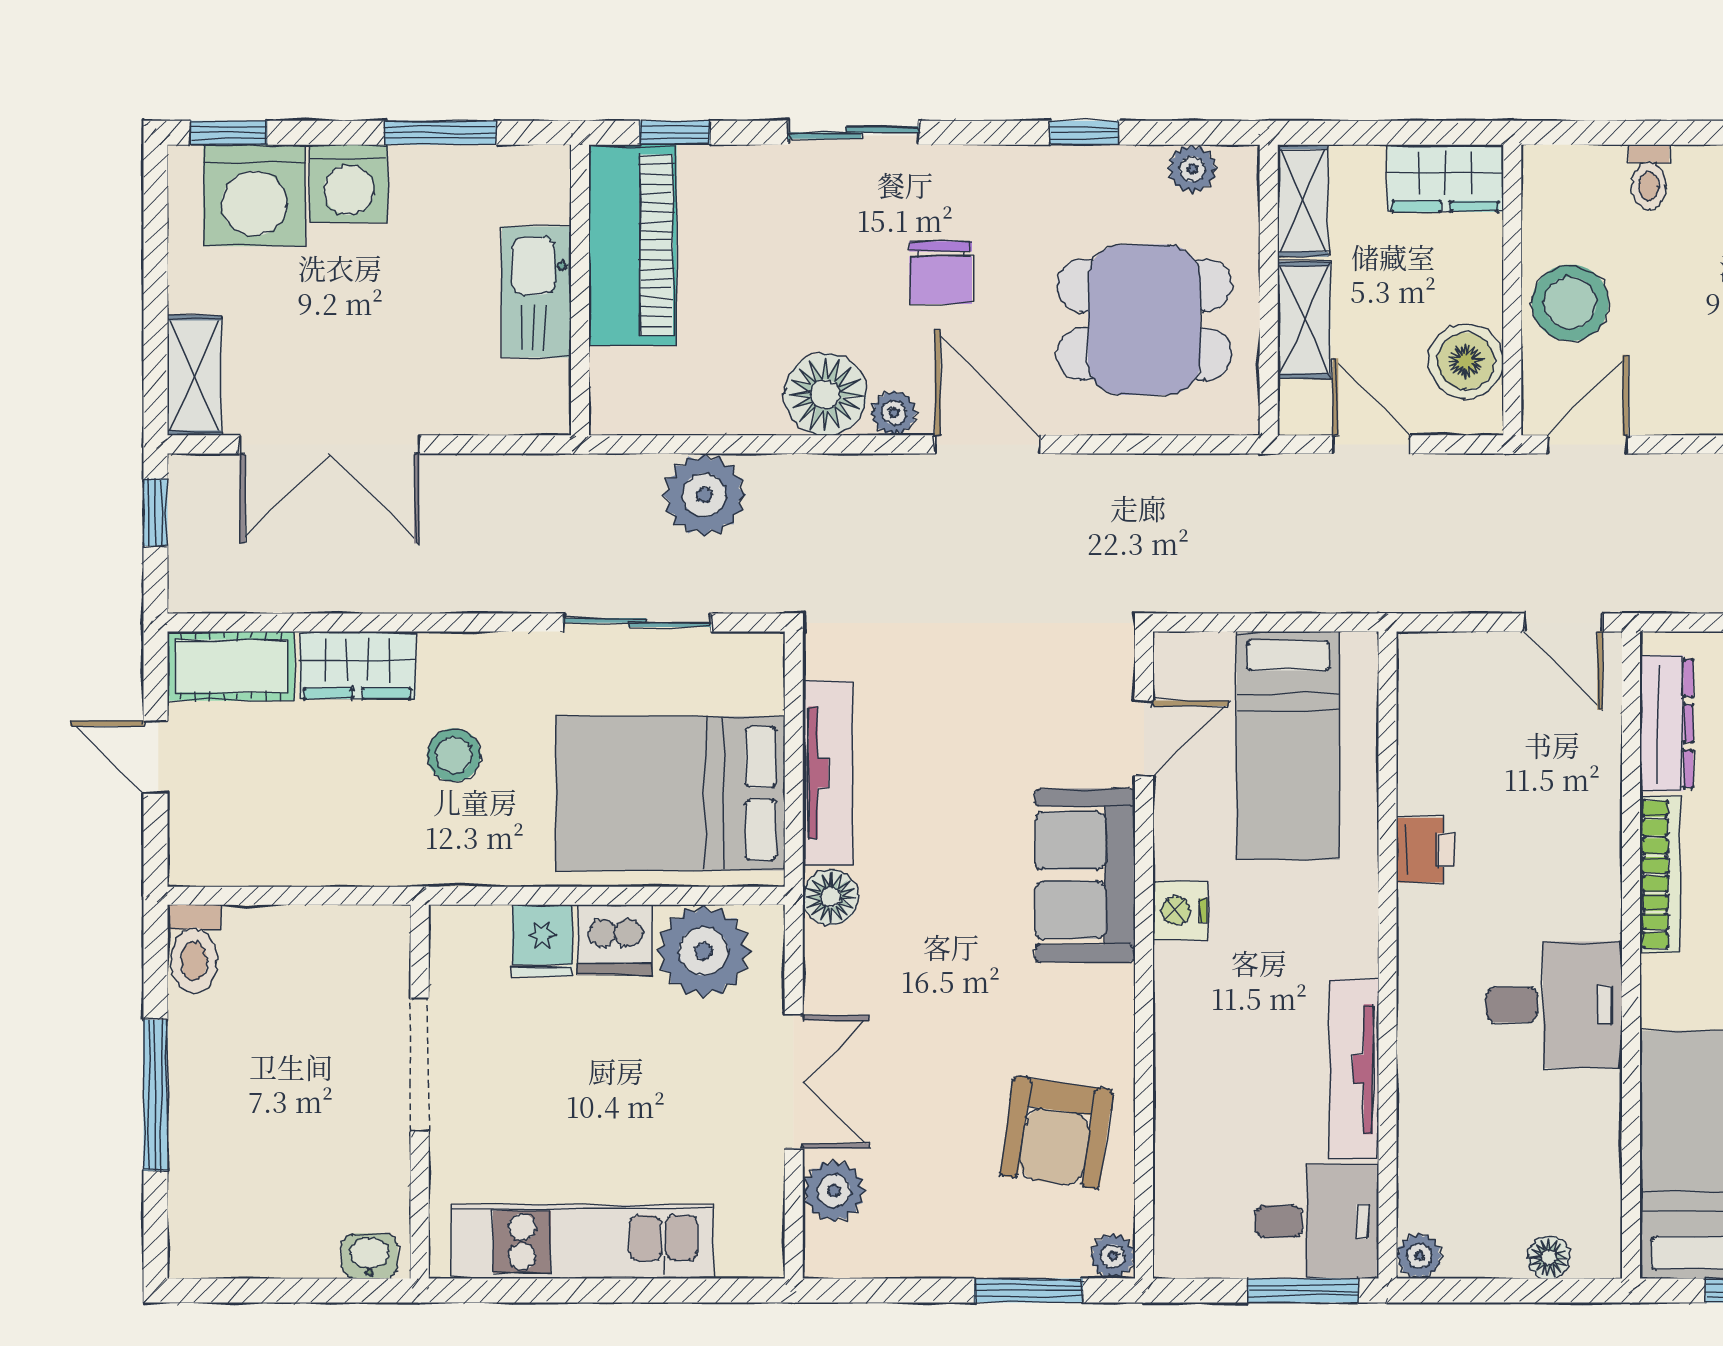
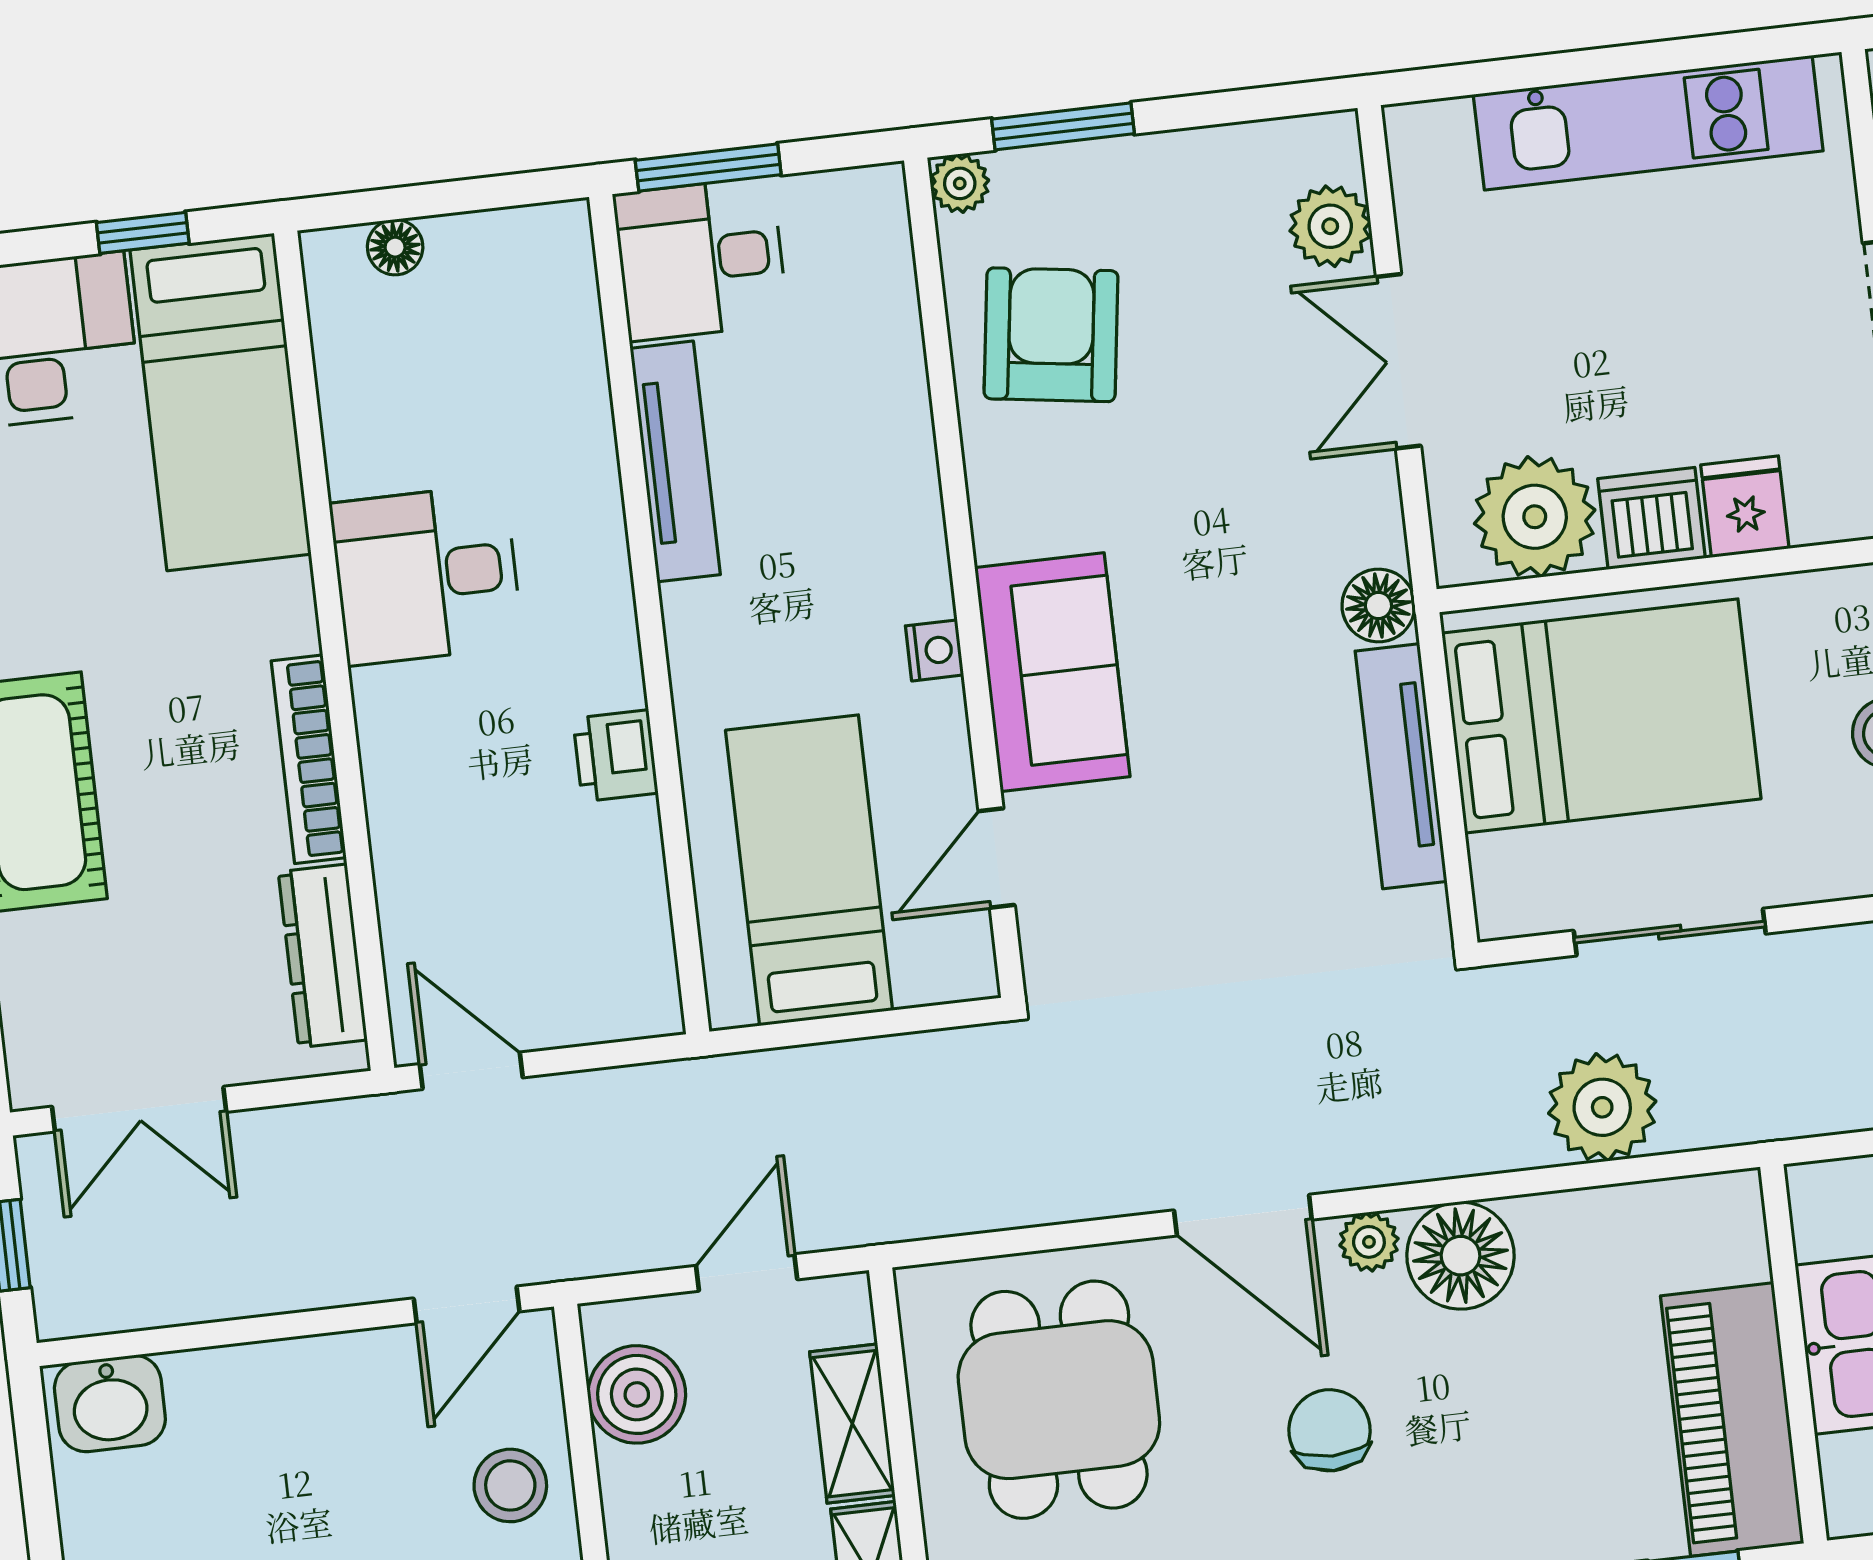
stool: (1570, 303) -> (510, 1485), width x0.73, depth x0.73
dining table: (1144, 320) -> (1059, 1400), turned 90
door: (1371, 444) -> (747, 1273), swing flipped
nightstand: (1180, 911) -> (935, 650), width x0.72, depth x0.74
plant: (1419, 1256) -> (563, 230), removed

